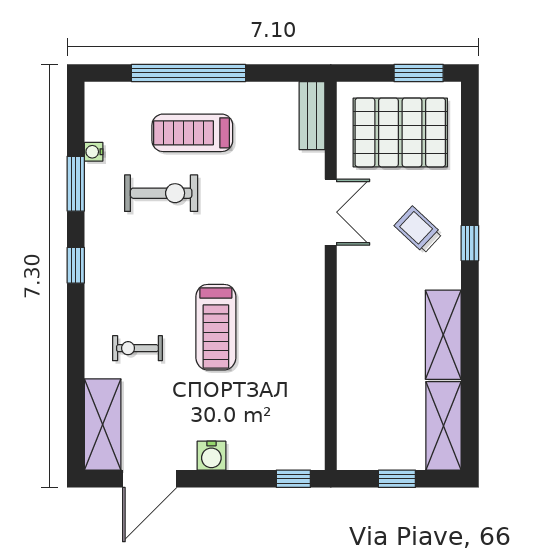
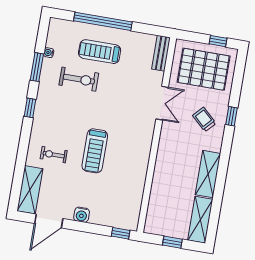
window: (419, 73) -> (218, 41), width x0.67
window: (470, 243) -> (231, 116), moved

